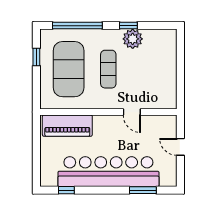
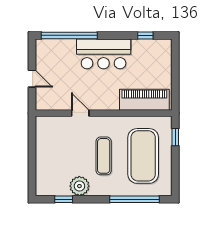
window: (128, 26) -> (64, 199), moved
window: (36, 57) -> (175, 137), moved
bar counter: (108, 172) -> (104, 54), width x0.54
window: (143, 190) -> (69, 35), width x2.11

